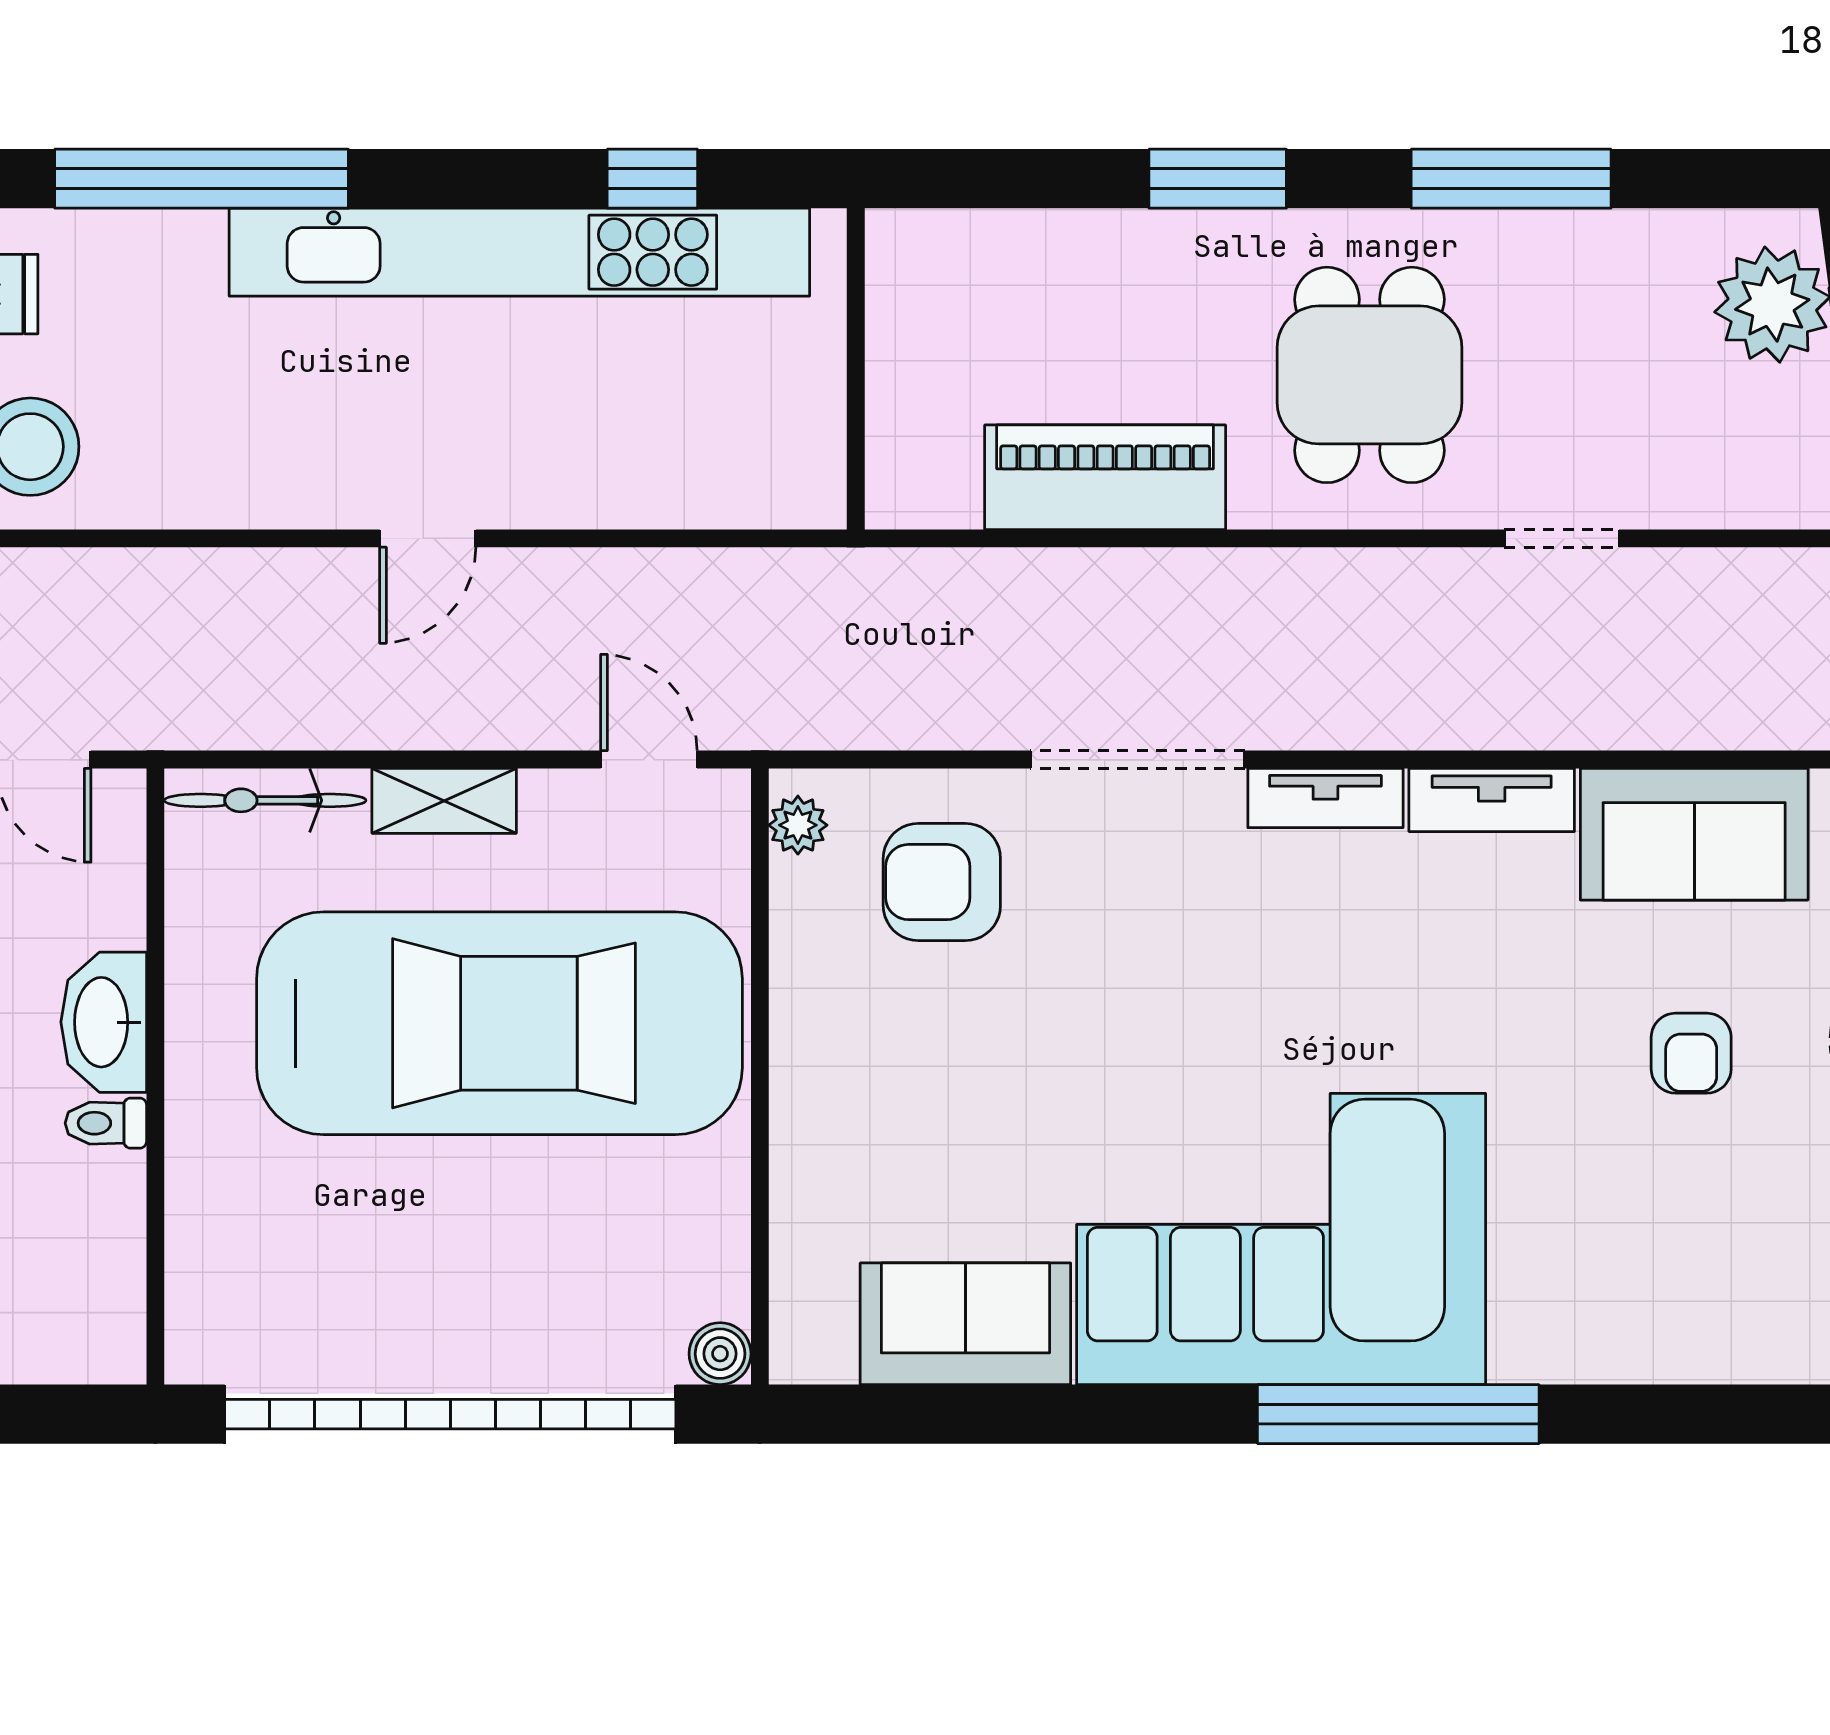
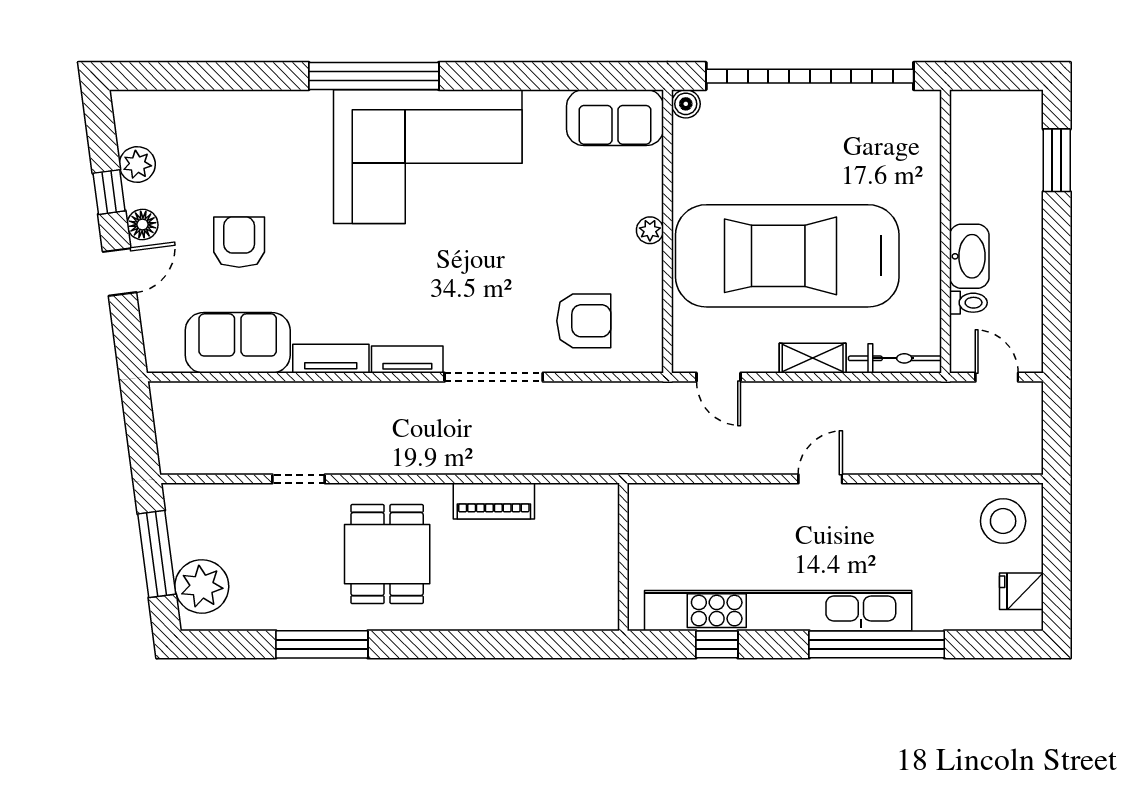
window: (202, 179) -> (877, 644), moved
window: (1218, 179) -> (457, 644), removed
piano: (1105, 477) -> (494, 501), width x0.73, depth x0.75
plant: (798, 825) -> (650, 230), moved
armchair: (1691, 1053) -> (239, 242), width x1.38, depth x1.38
toilet: (106, 1123) -> (968, 303), moved
sofa: (965, 1324) -> (615, 118), moved

